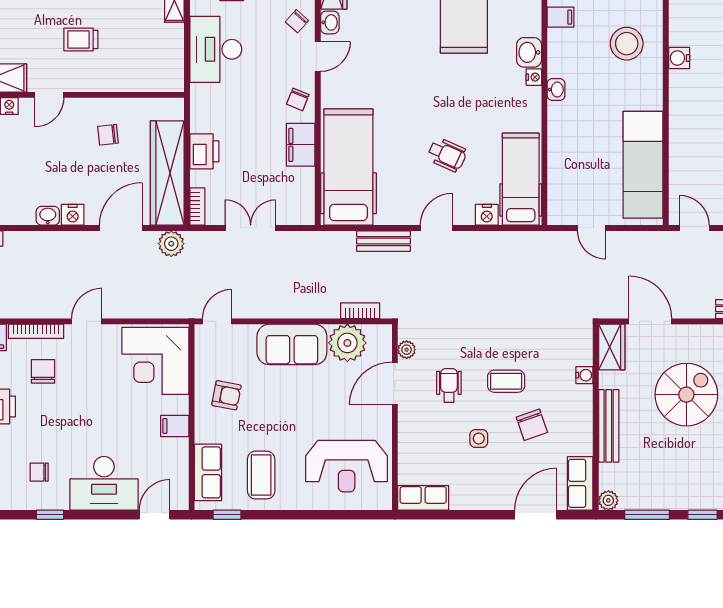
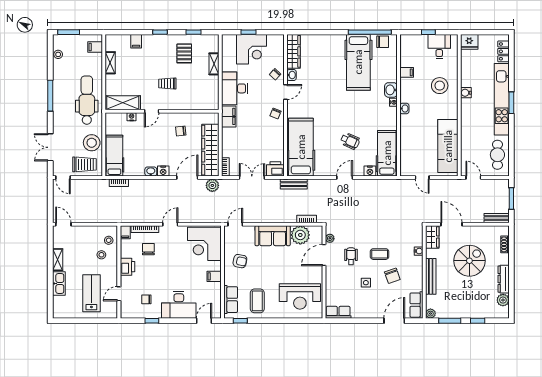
filing cabinet: (301, 145) -> (229, 116), moved, turned 180
printer: (204, 151) -> (275, 169), moved, turned -90
bench: (383, 241) -> (294, 184), moved

